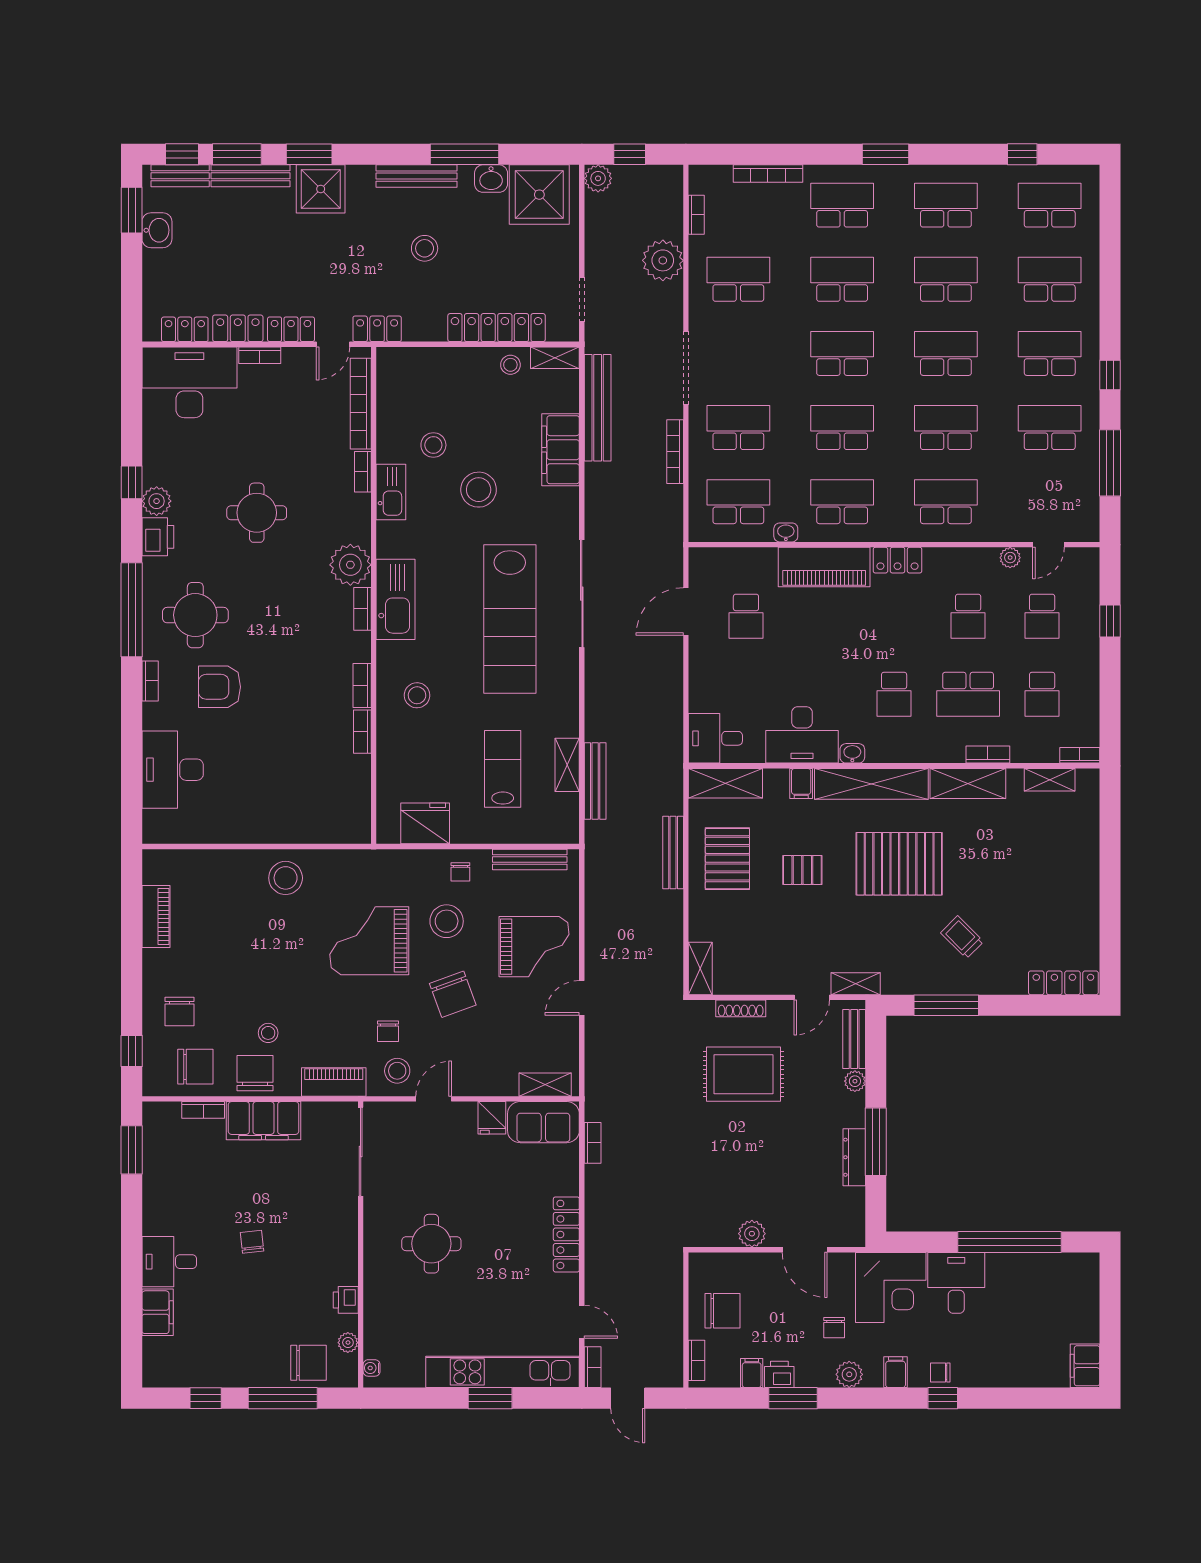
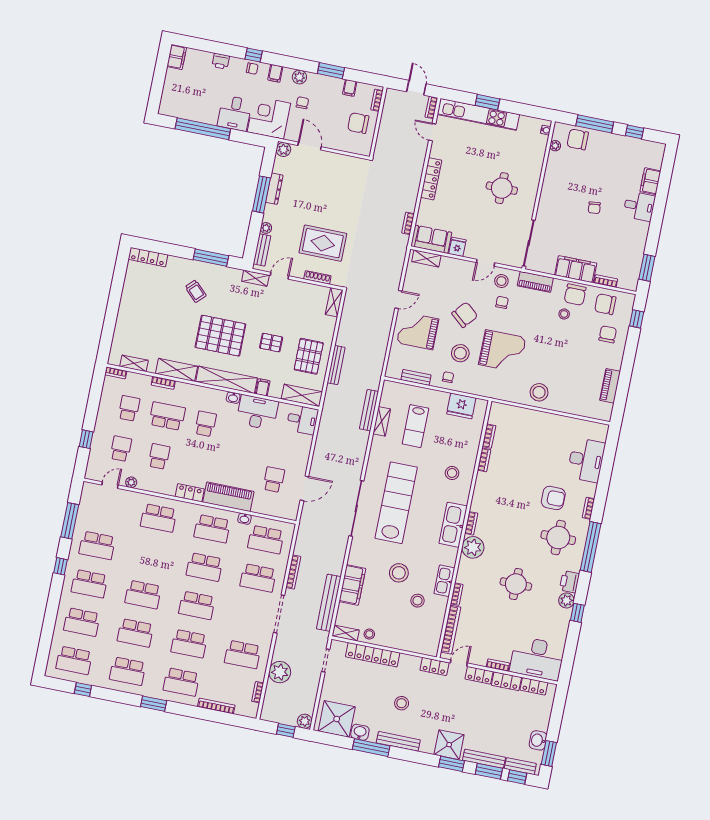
school desk: (946, 428) -> (151, 556), removed
bookcase: (362, 685) -> (489, 436), moved
bench: (530, 859) -> (416, 377), width x0.73
chair: (453, 994) -> (465, 315), turned 61
plant: (752, 1234) -> (283, 149), moved
printer: (346, 1300) -> (552, 168), removed
printer: (779, 1374) -> (221, 61), moved

